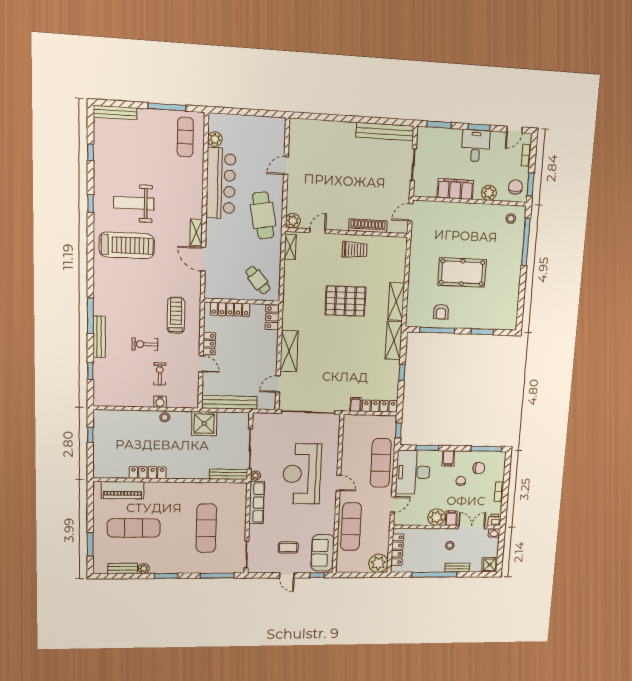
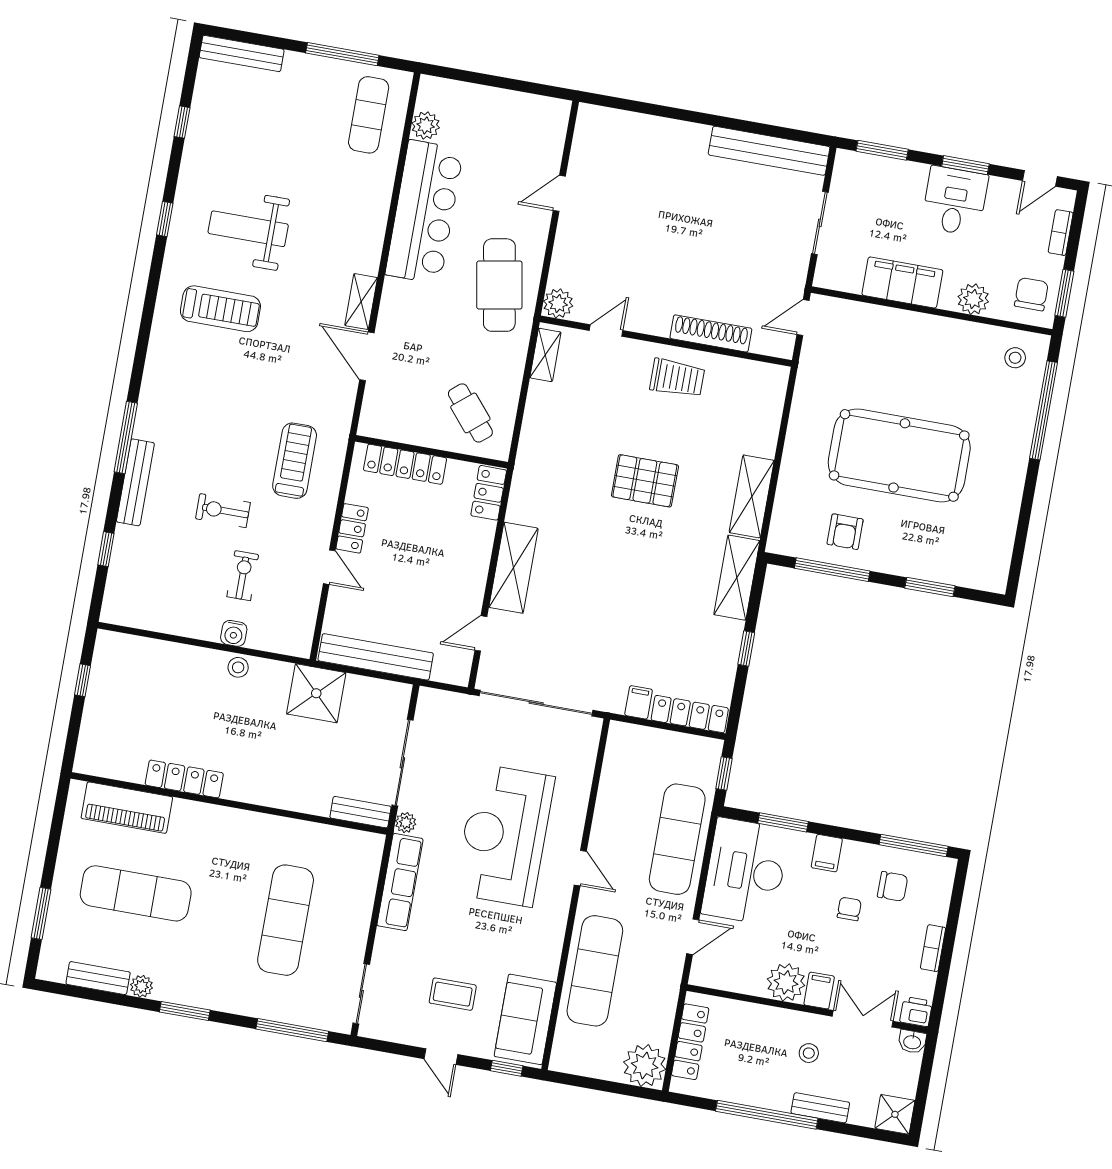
treadmill: (127, 245) -> (220, 309), width x0.73, depth x0.73
pool table: (462, 272) -> (899, 455), width x1.36, depth x1.32
pallet: (345, 301) -> (645, 481), width x0.73, depth x0.71
bench: (229, 474) -> (360, 812), width x0.73

